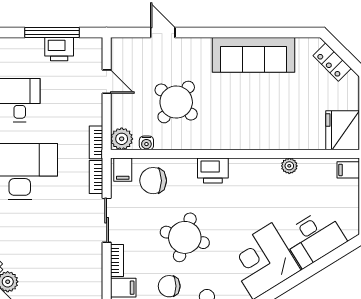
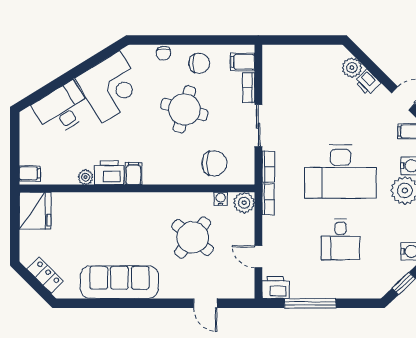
printer: (59, 49) -> (276, 287), moved
filing cabinet: (123, 170) -> (133, 174), moved
printer: (213, 171) -> (109, 173), moved

